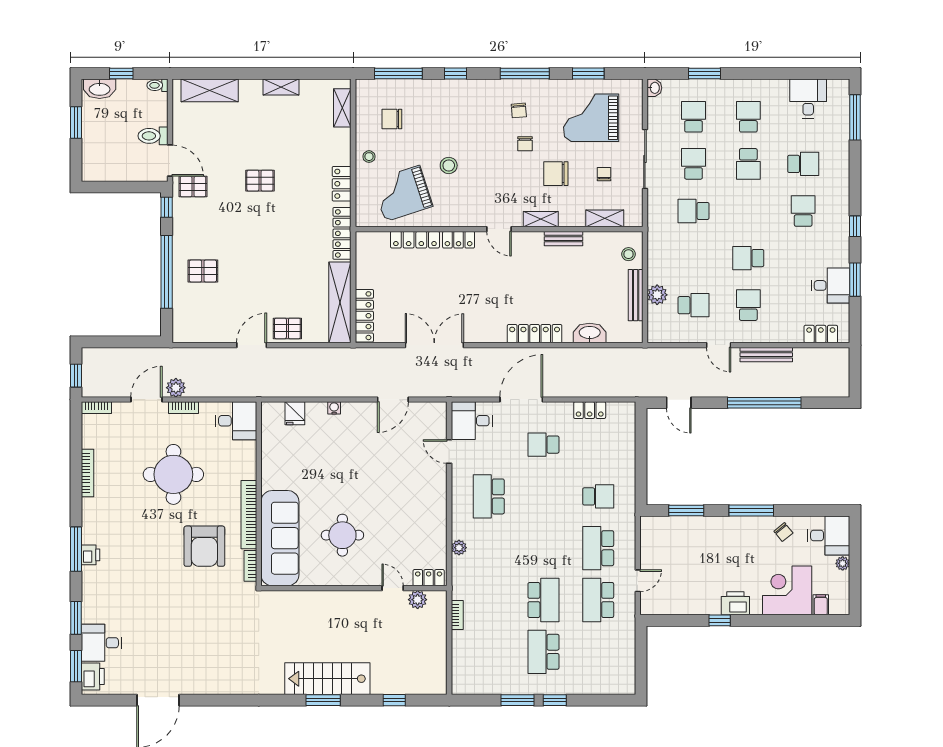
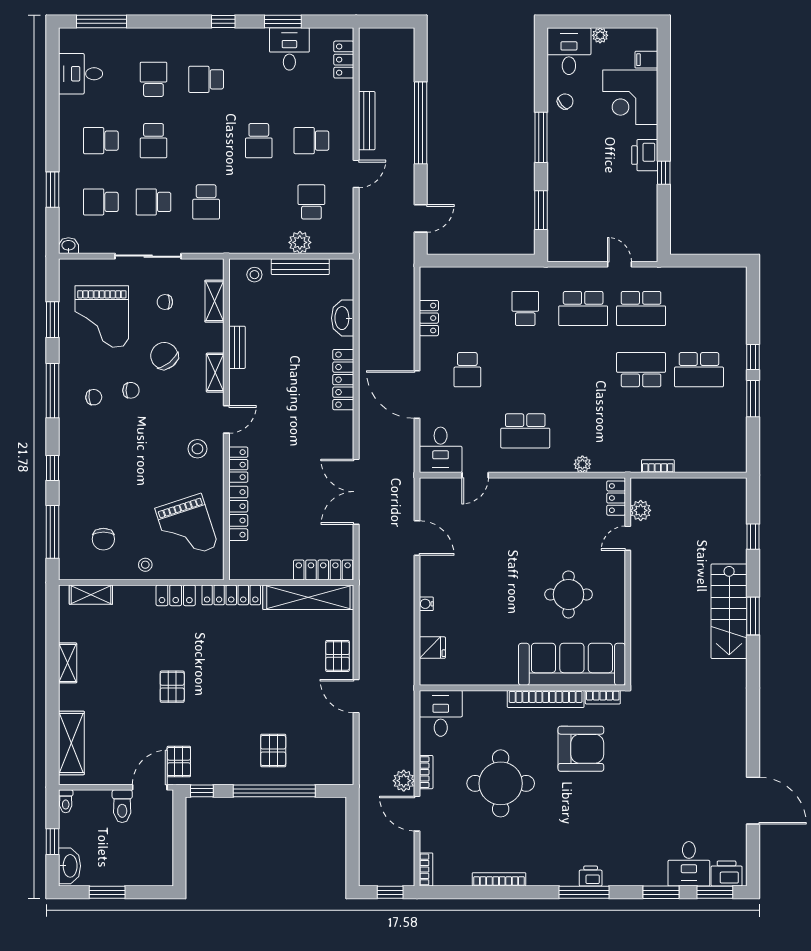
school desk: (748, 164) -> (153, 141), turned 90
stool: (449, 165) -> (197, 449), moved
chair: (556, 174) -> (164, 356), turned 141

